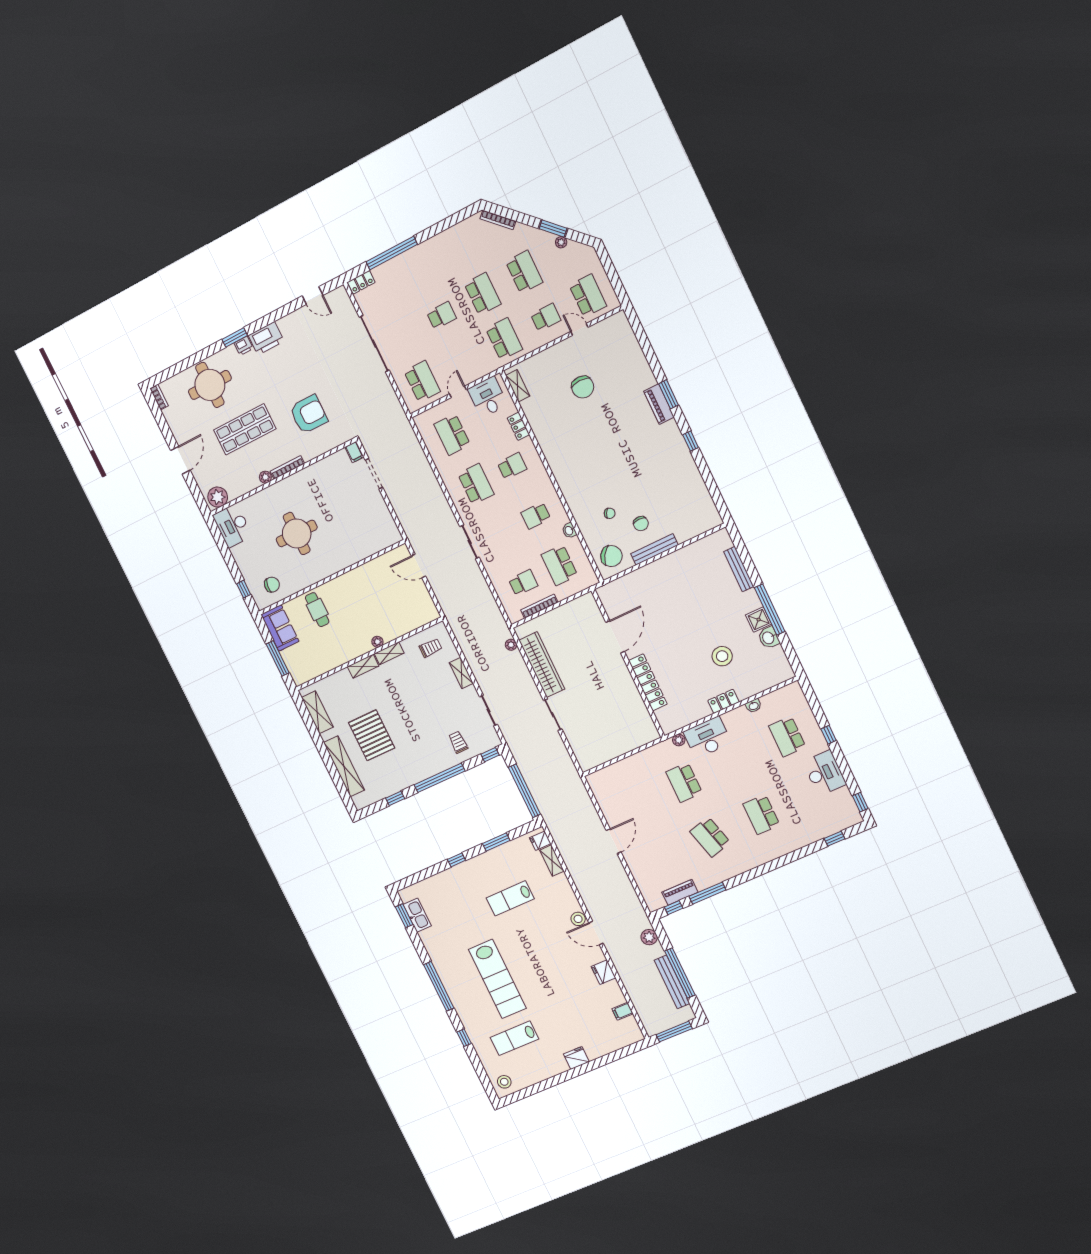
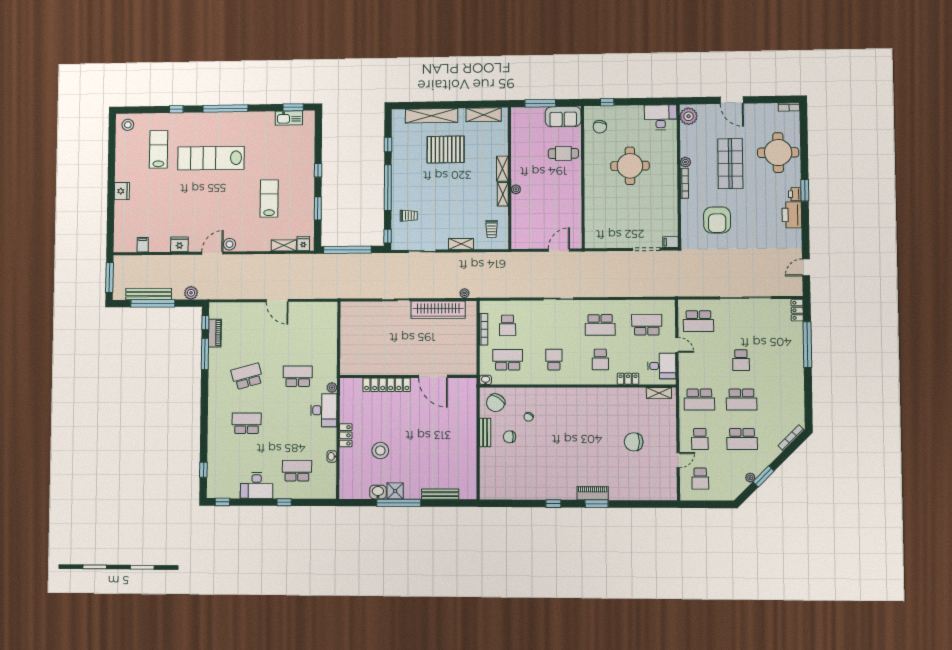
school desk: (588, 296) -> (700, 479), width x0.54
washbasin: (569, 531) -> (486, 380), moved
bench: (654, 549) -> (485, 433), width x0.73

